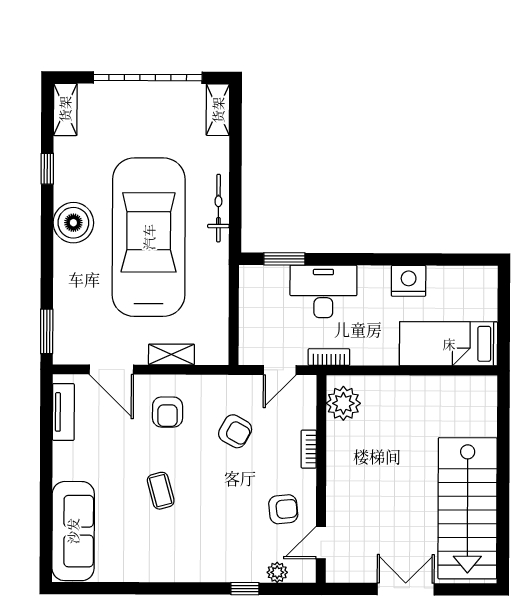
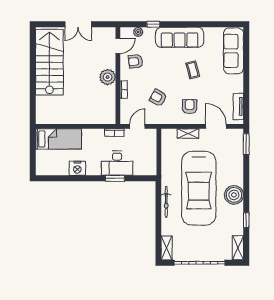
window: (284, 259) -> (115, 178), moved
plant: (343, 403) -> (108, 77), moved
sofa: (189, 560) -> (180, 37), added

